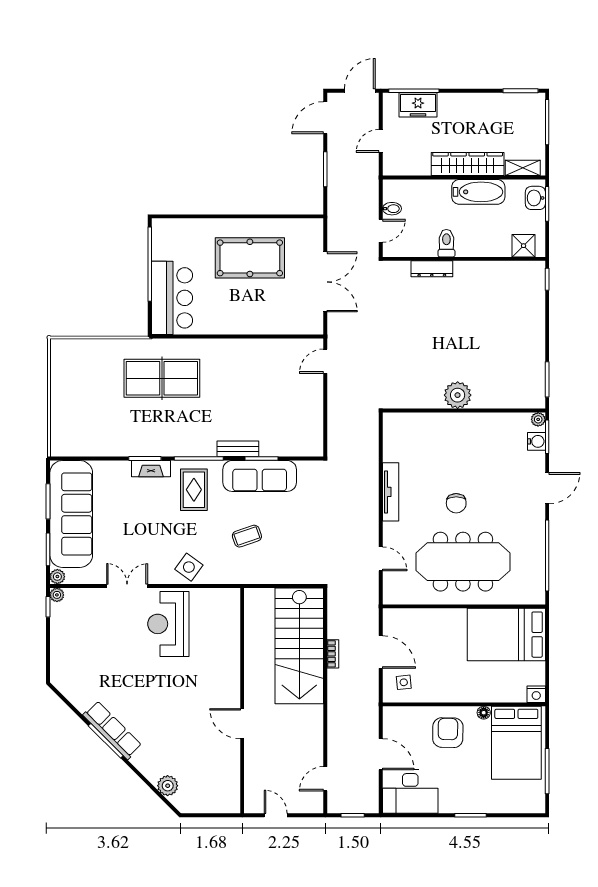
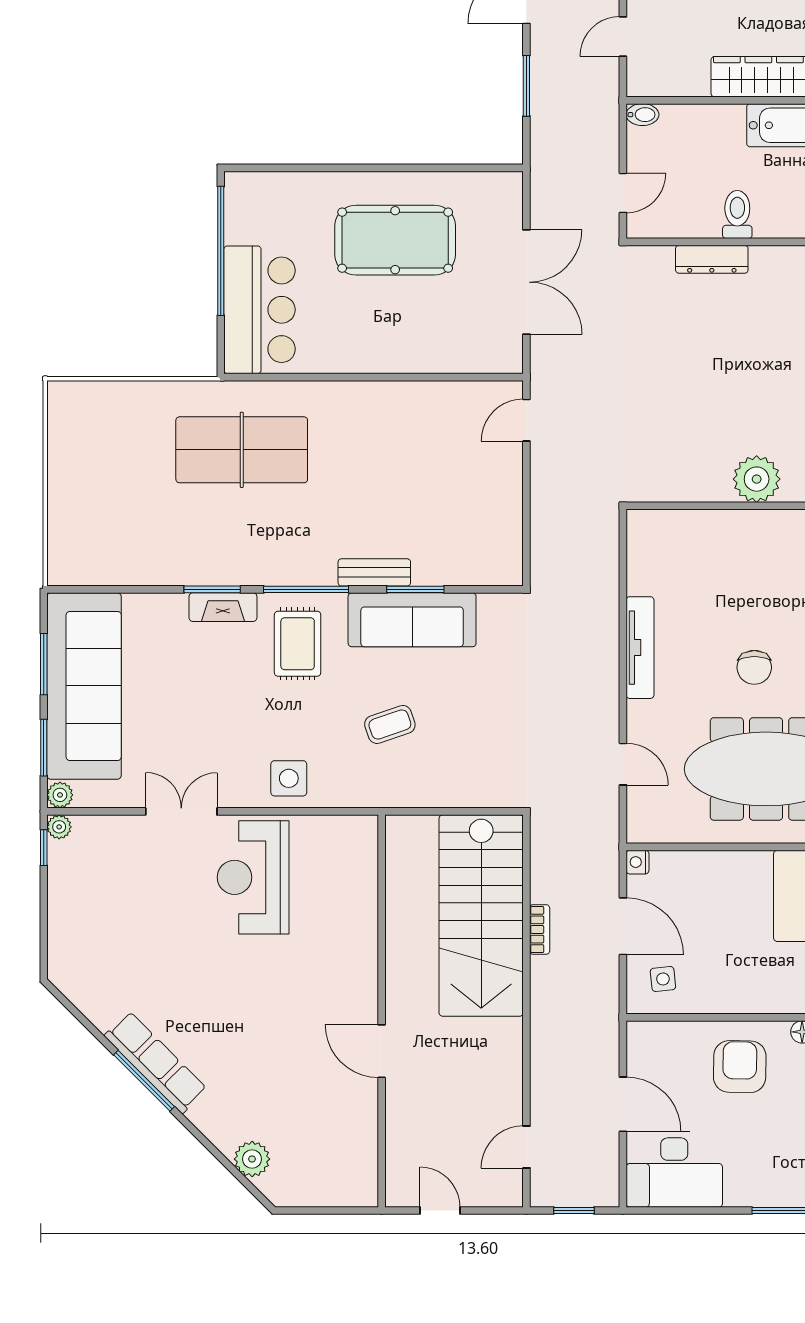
bidet: (392, 209) -> (642, 115), moved
side table: (189, 567) -> (289, 778), turned -36
nightstand: (389, 615) -> (638, 862), added

